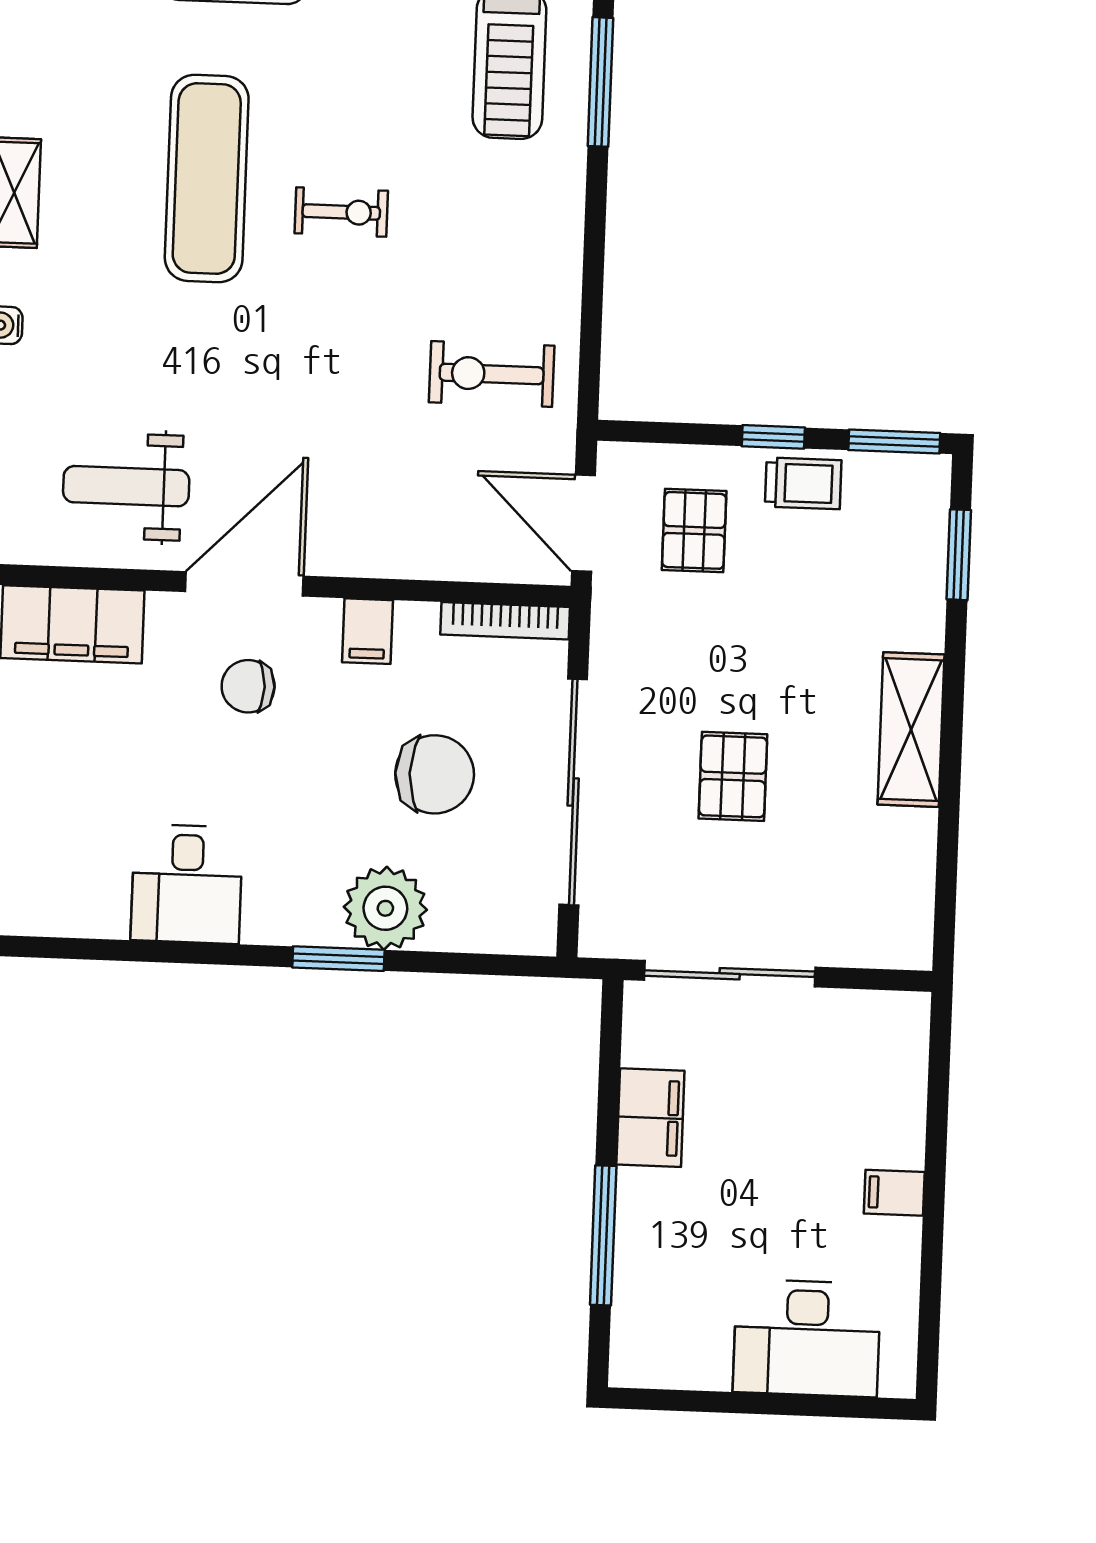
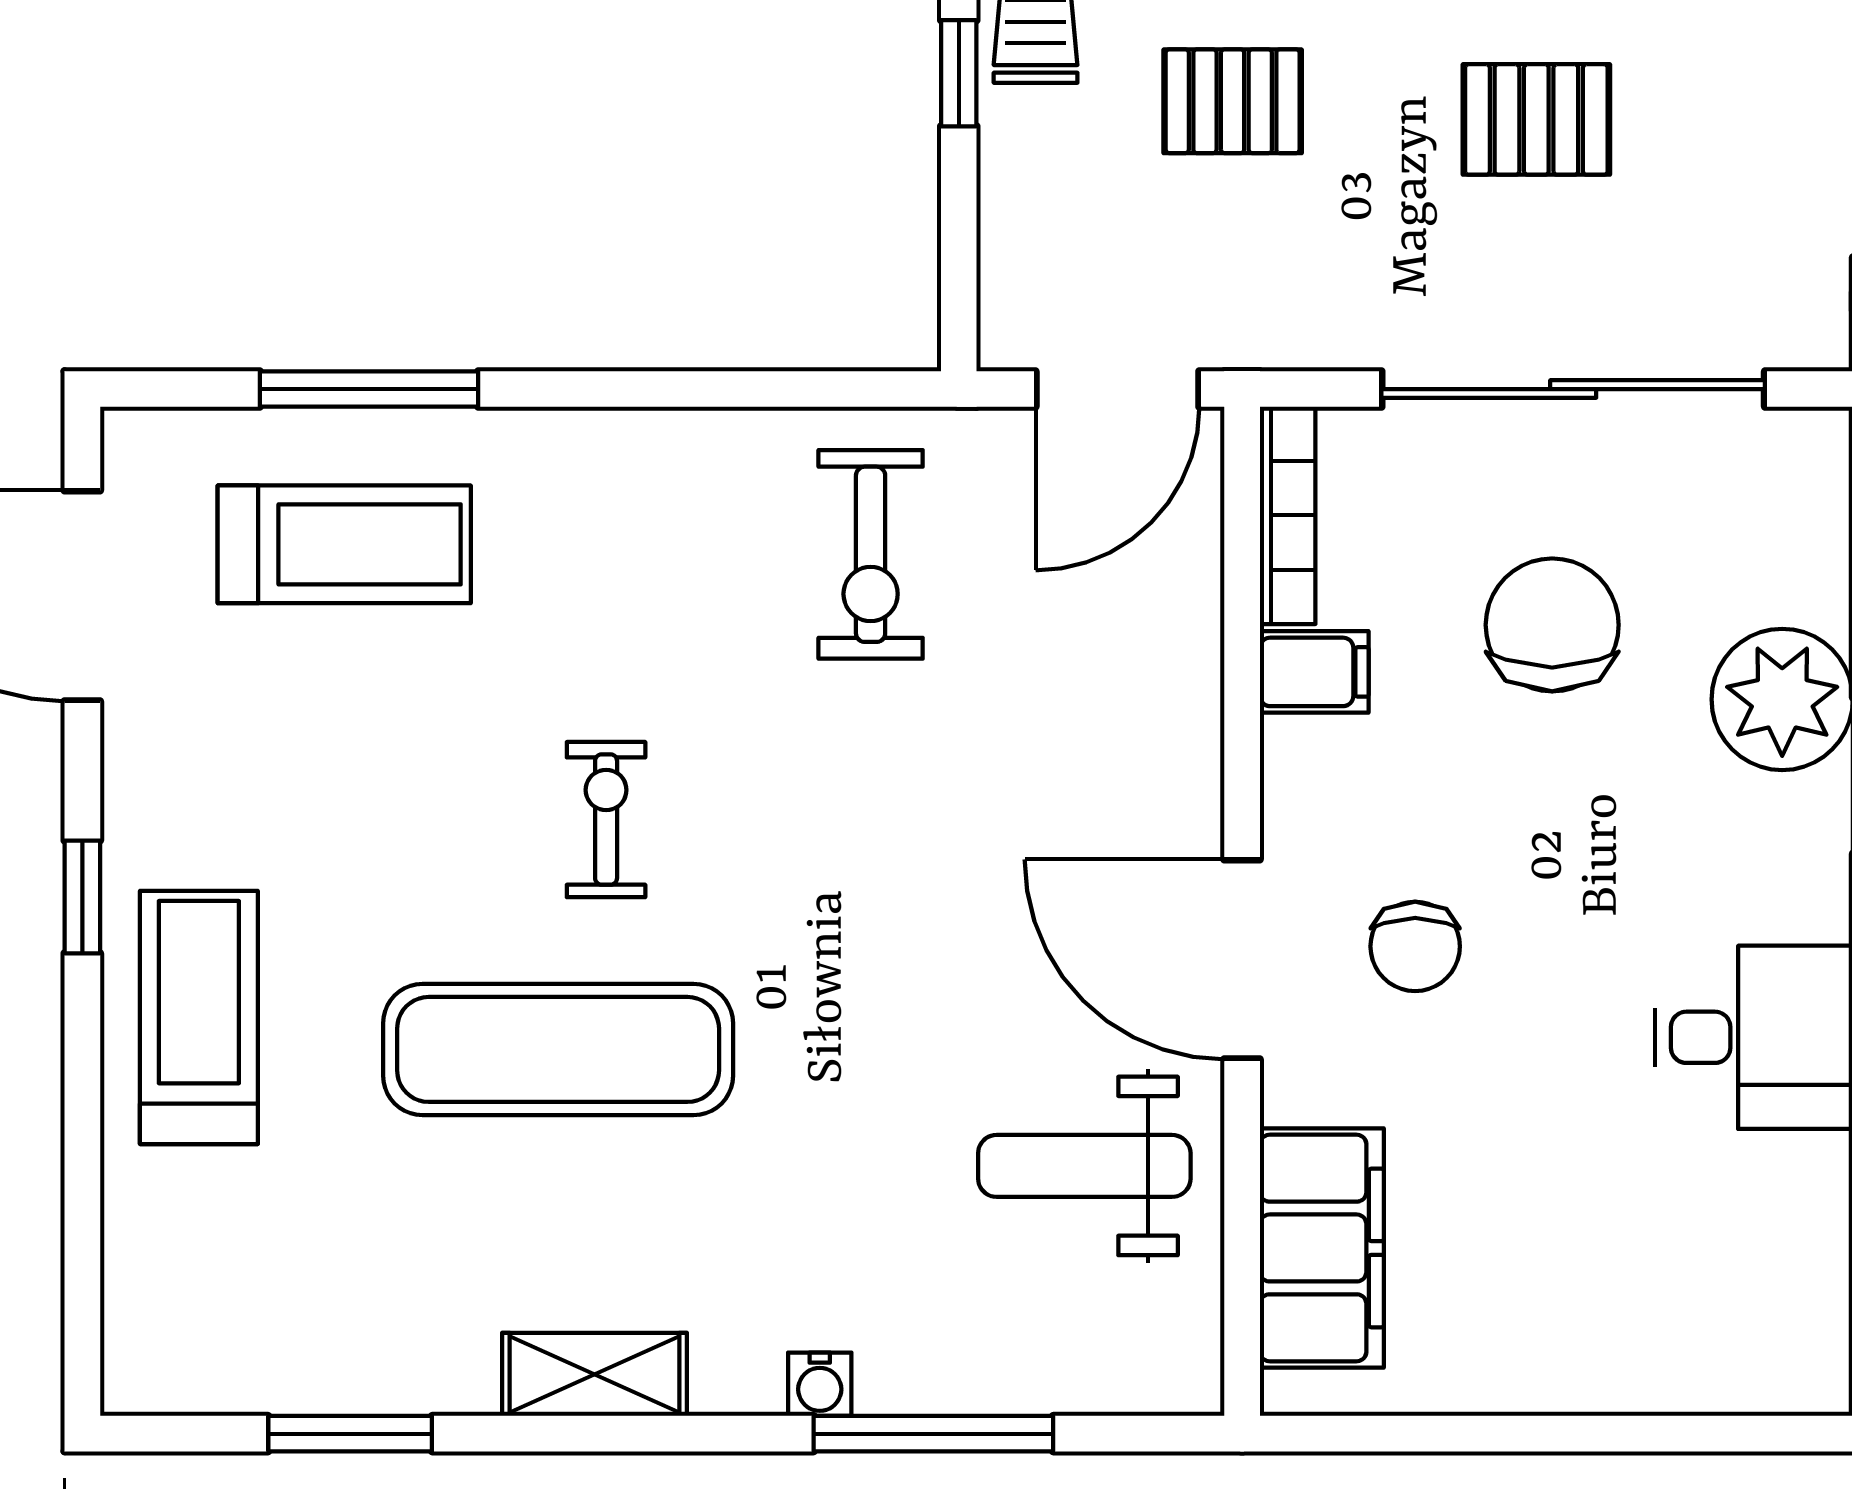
weight bench: (126, 486) -> (1084, 1166), turned 90
pallet: (694, 530) -> (1233, 101), moved
filing cabinet: (367, 631) -> (1314, 672), moved

